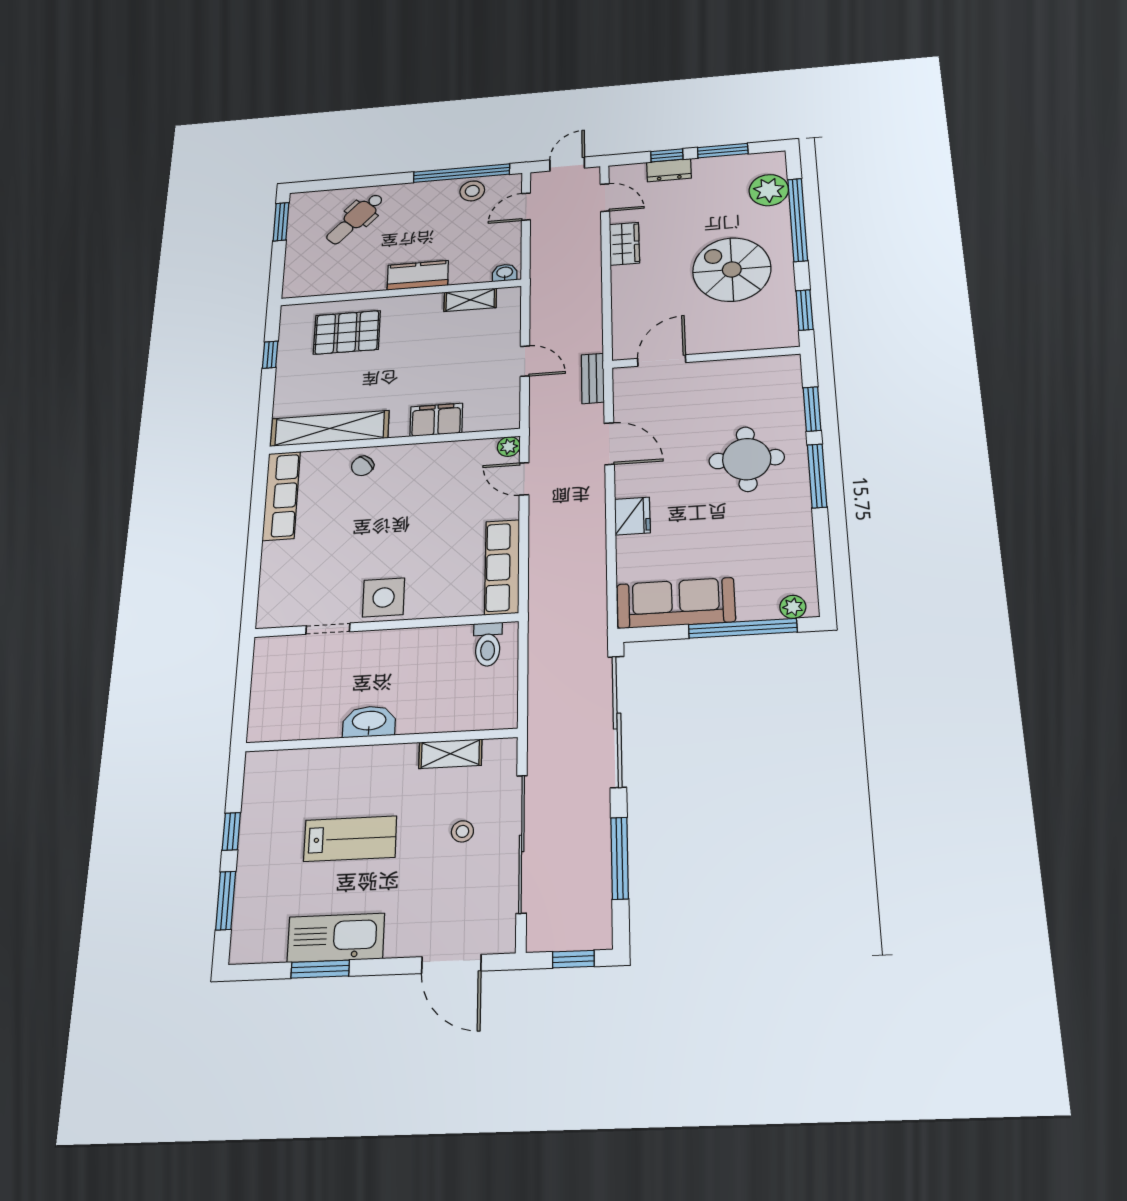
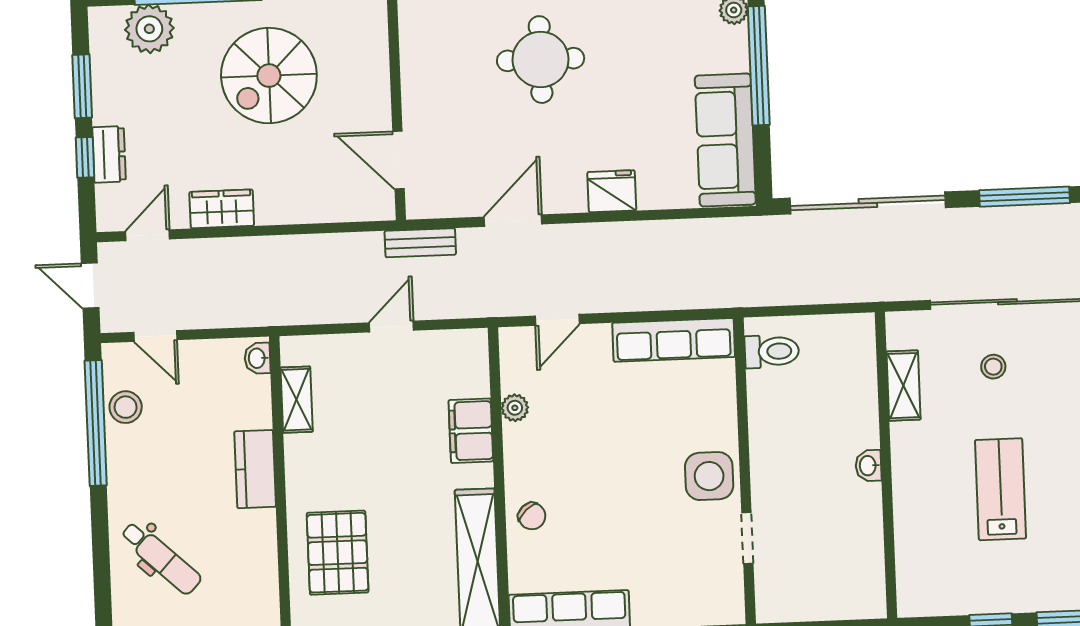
plant: (509, 447) -> (515, 408), moved
washbasin: (369, 721) -> (868, 466), width x0.52, depth x0.69

